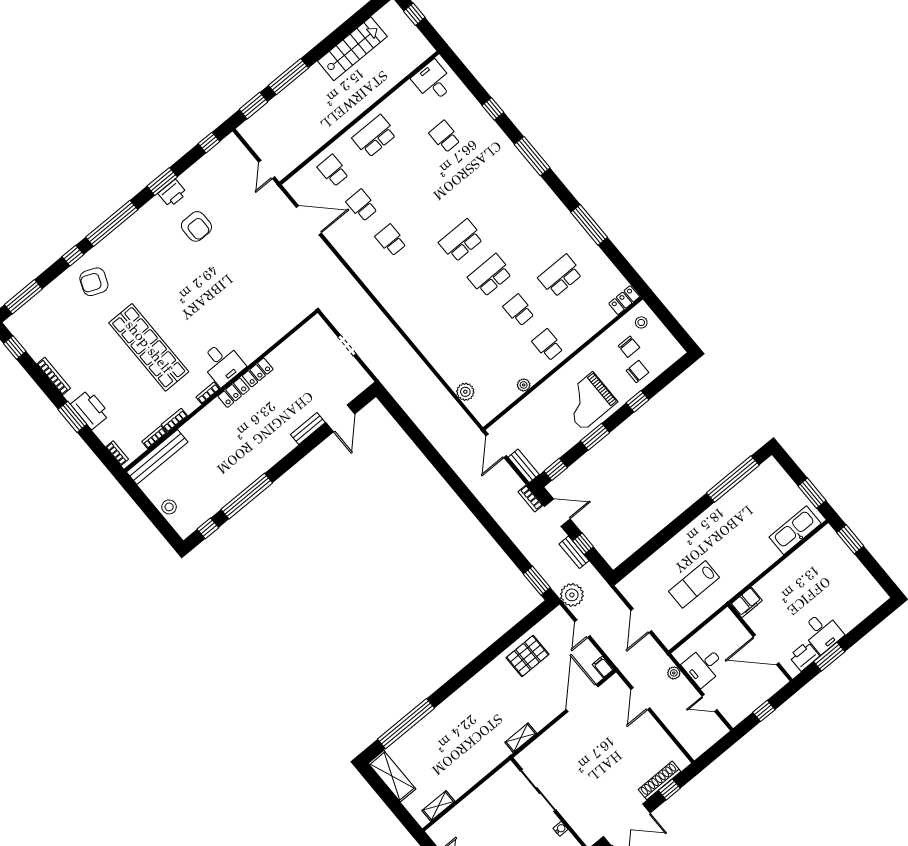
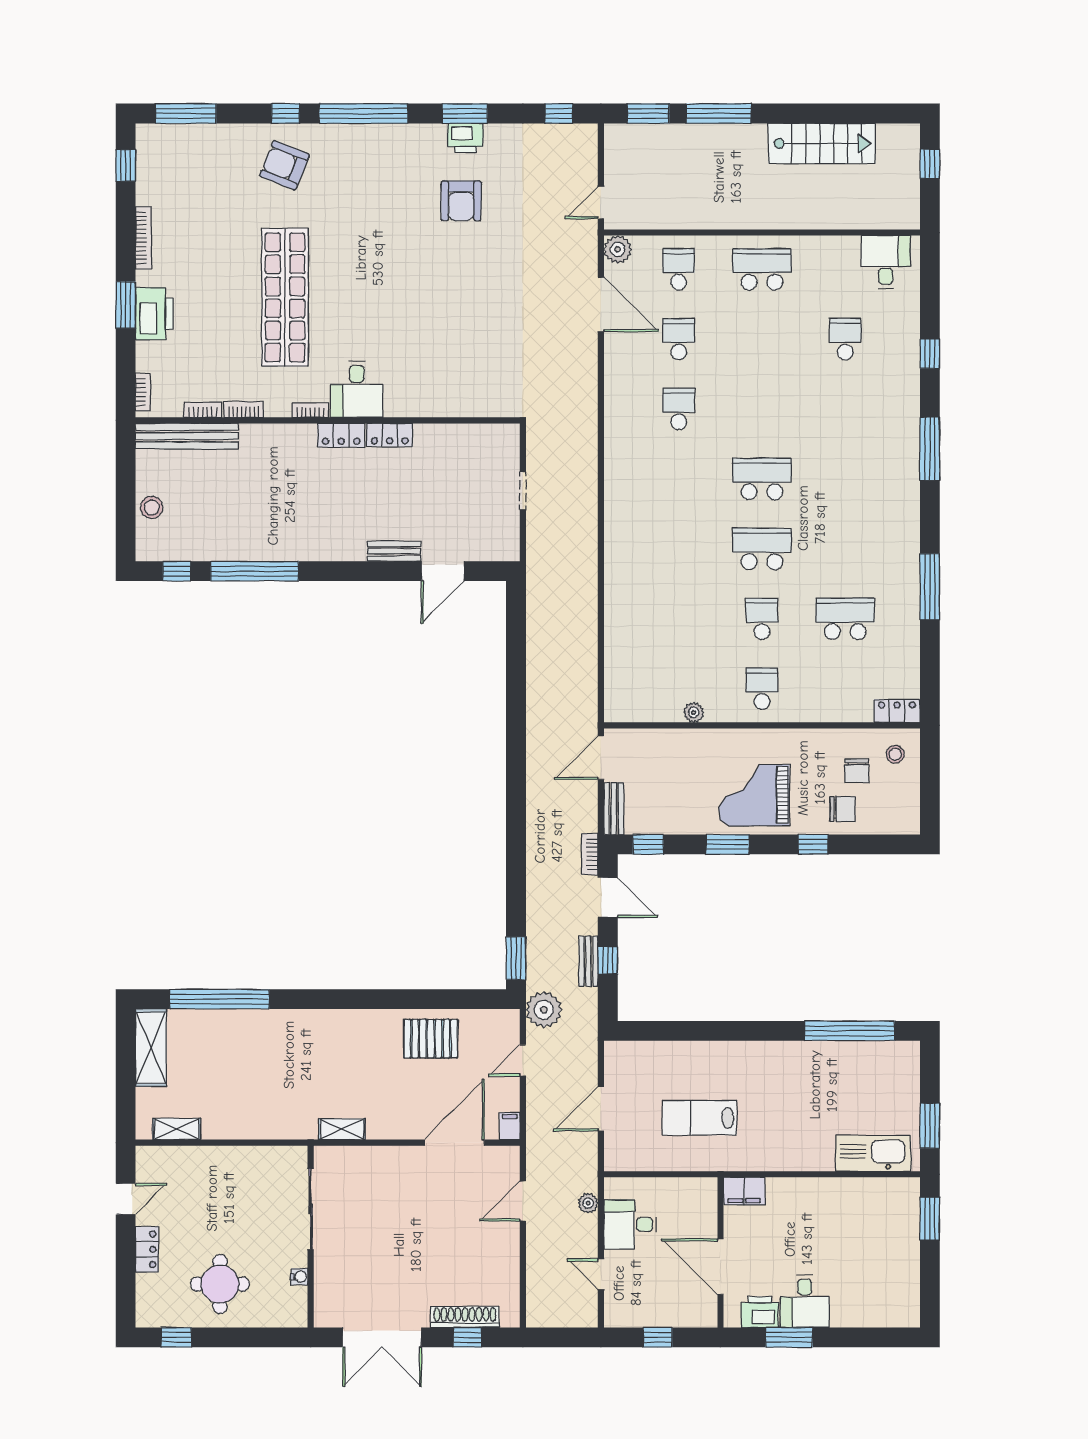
plant: (465, 392) -> (618, 249), moved

